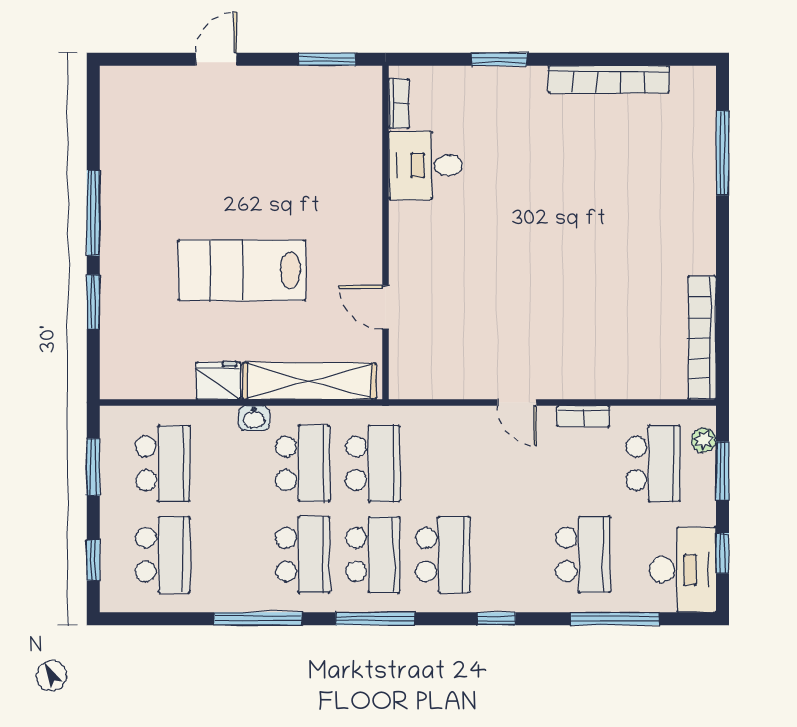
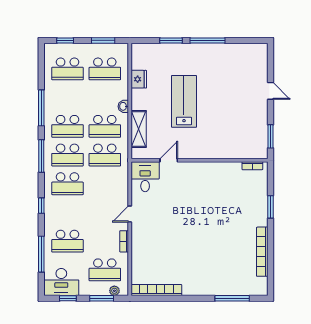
desk: (426, 165) -> (145, 177), moved
fridge: (218, 381) -> (139, 79), moved
shelving: (309, 381) -> (139, 129), width x0.68

